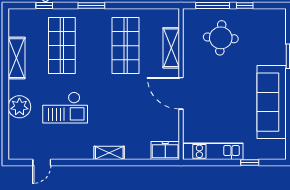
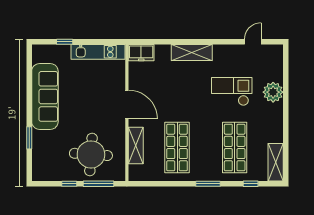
round table: (221, 38) -> (91, 154), width x1.36, depth x1.36
shelving: (17, 58) -> (276, 162), moved
shelving: (109, 153) -> (192, 52), width x1.50, depth x1.33

